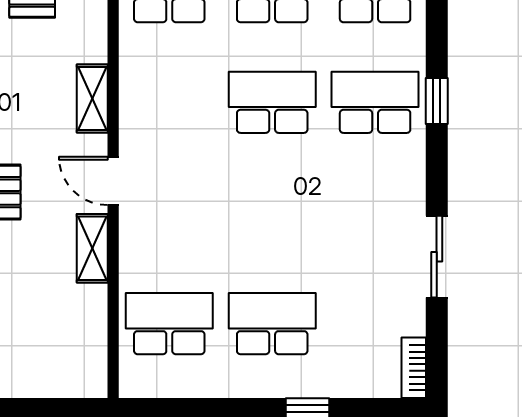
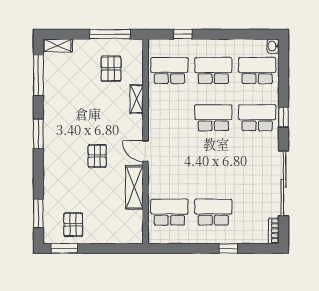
shelving: (92, 98) -> (137, 99), moved
shelving: (92, 248) -> (134, 187), width x1.50, depth x1.33
sliding door: (437, 257) -> (283, 184), width x1.86

